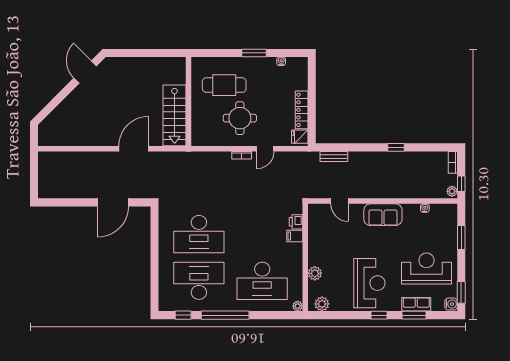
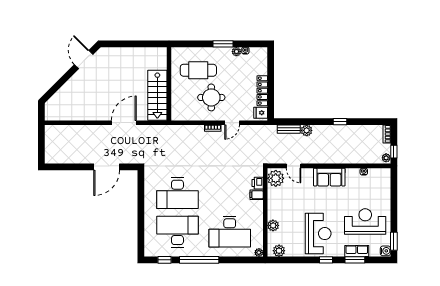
plant: (270, 62) -> (236, 52), added
plant: (355, 158) -> (307, 130), added
plant: (318, 216) -> (276, 178), added
window: (461, 237) -> (394, 196), removed

